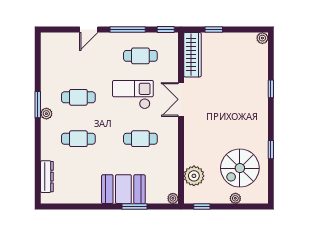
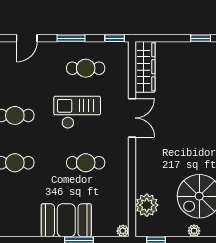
window: (128, 30) -> (71, 38), width x0.69
window: (214, 30) -> (201, 38), moved
double door: (181, 99) -> (132, 118), swing flipped

